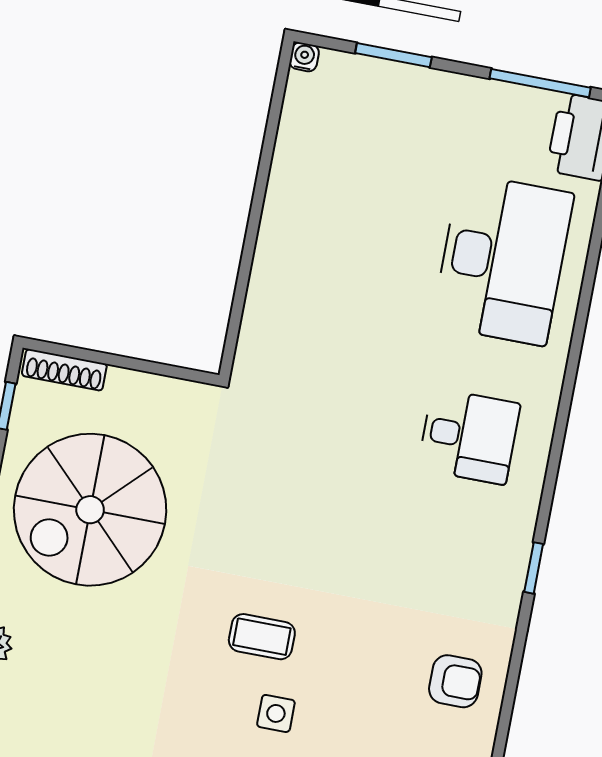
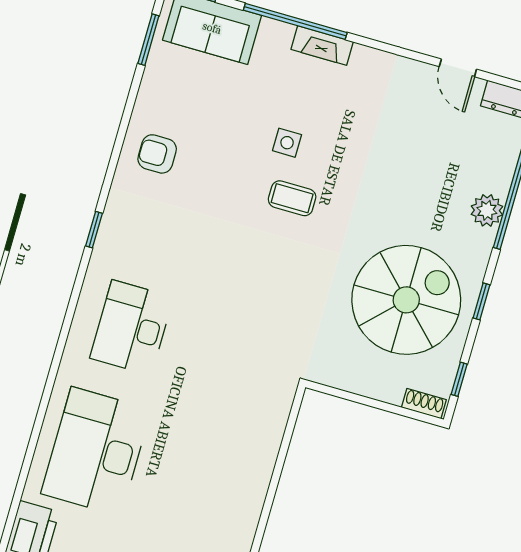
shoe rack: (64, 370) -> (424, 404), width x0.70
desk: (469, 436) -> (132, 328), width x1.37

